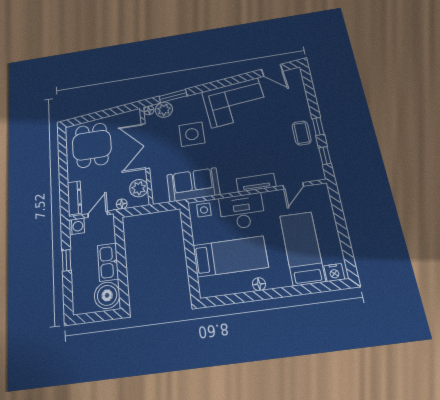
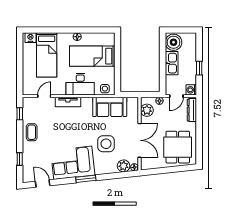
window: (173, 96) -> (86, 179), moved
window: (318, 126) -> (20, 159), moved

